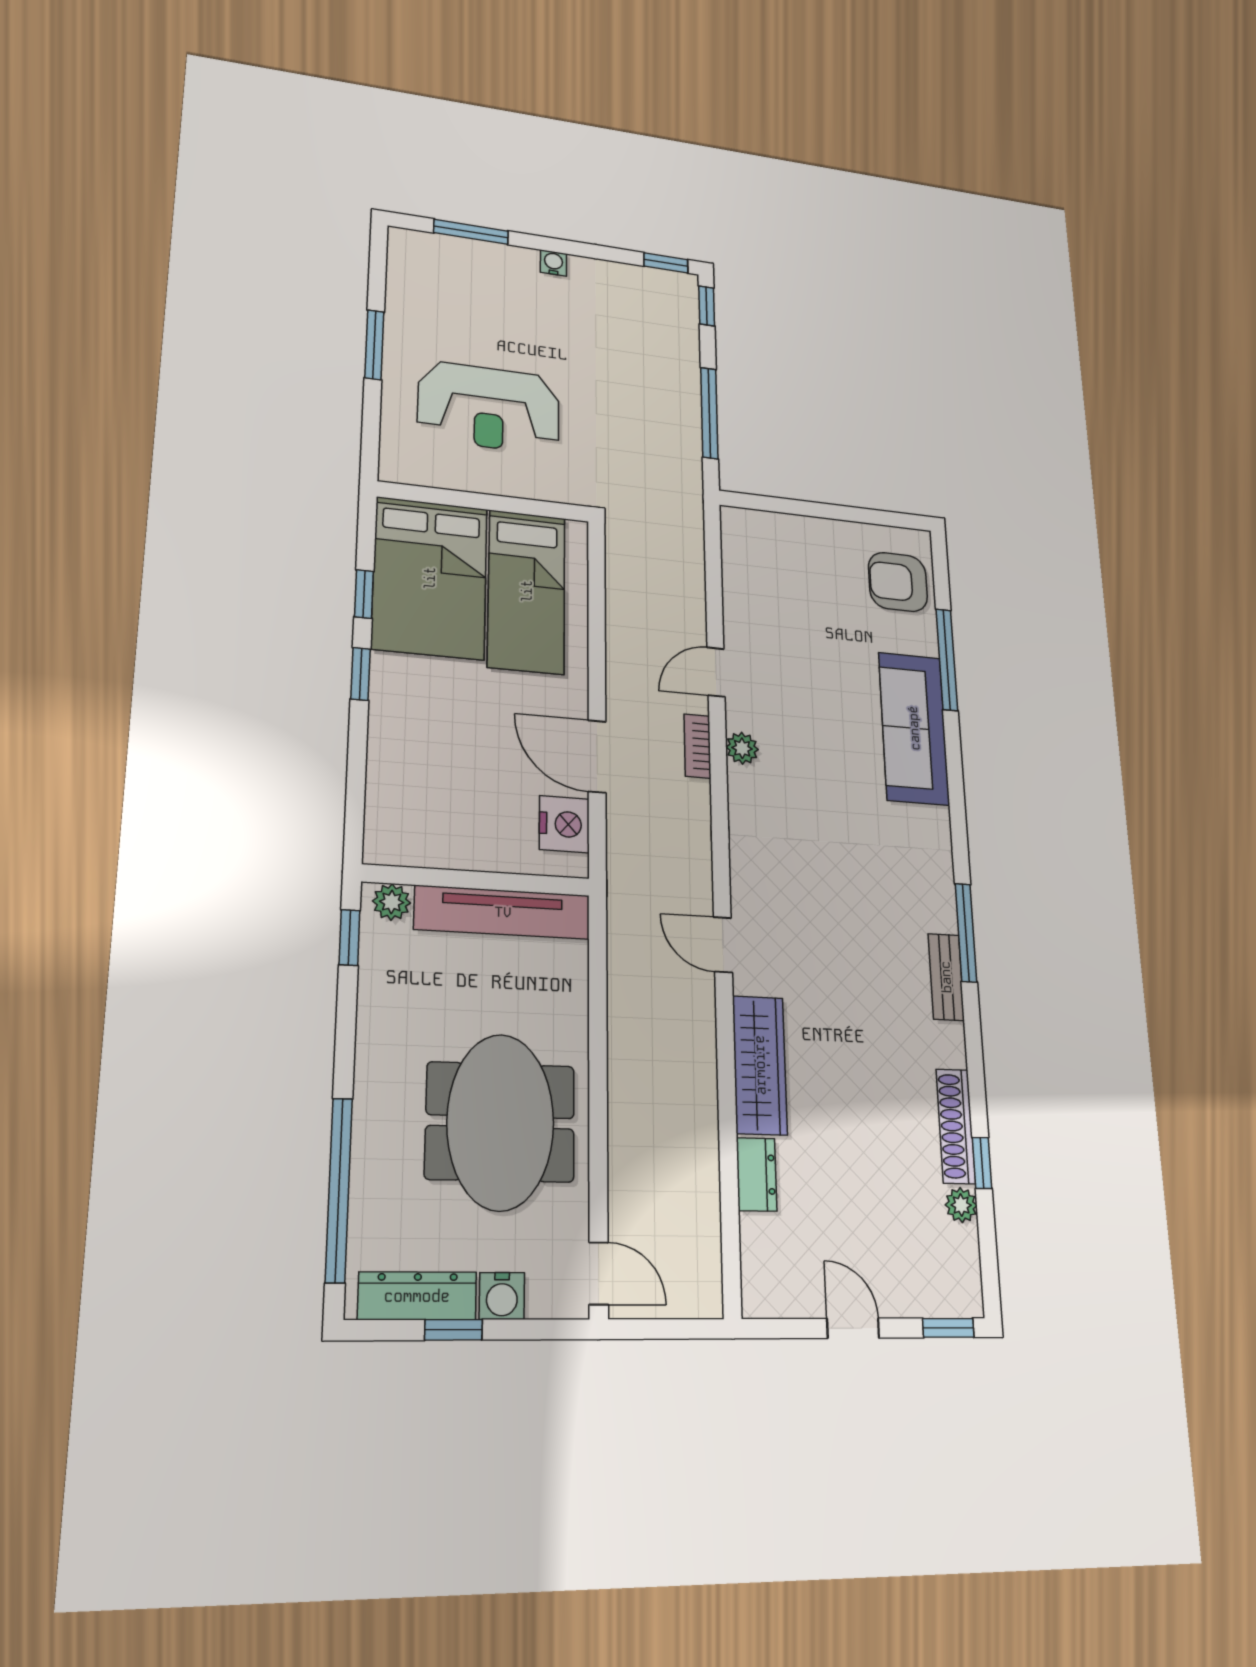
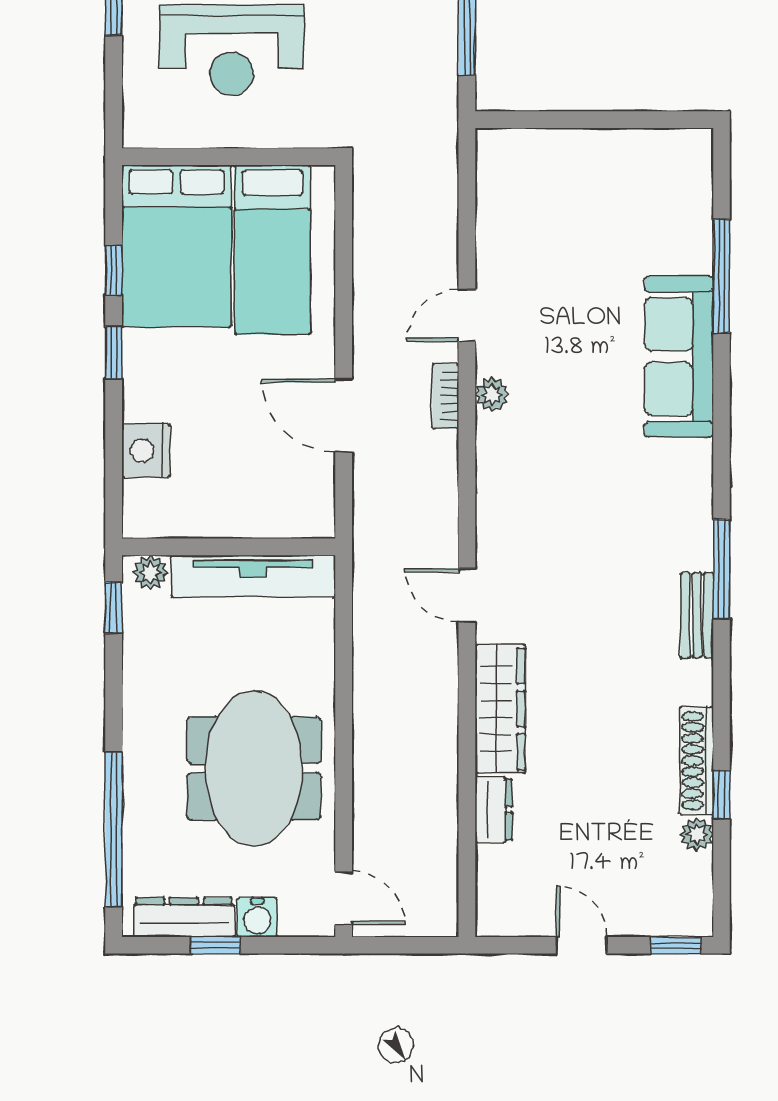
armchair: (898, 582) -> (671, 193), removed
nightstand: (564, 824) -> (146, 451), moved, turned 180

